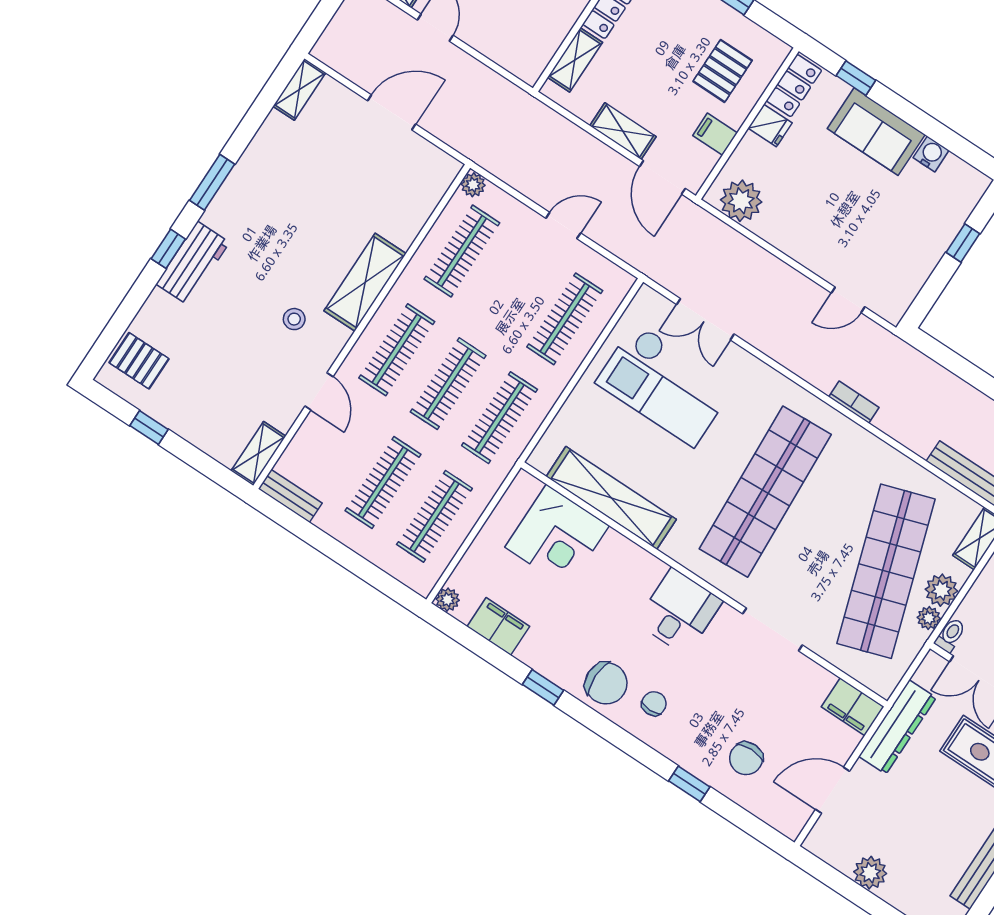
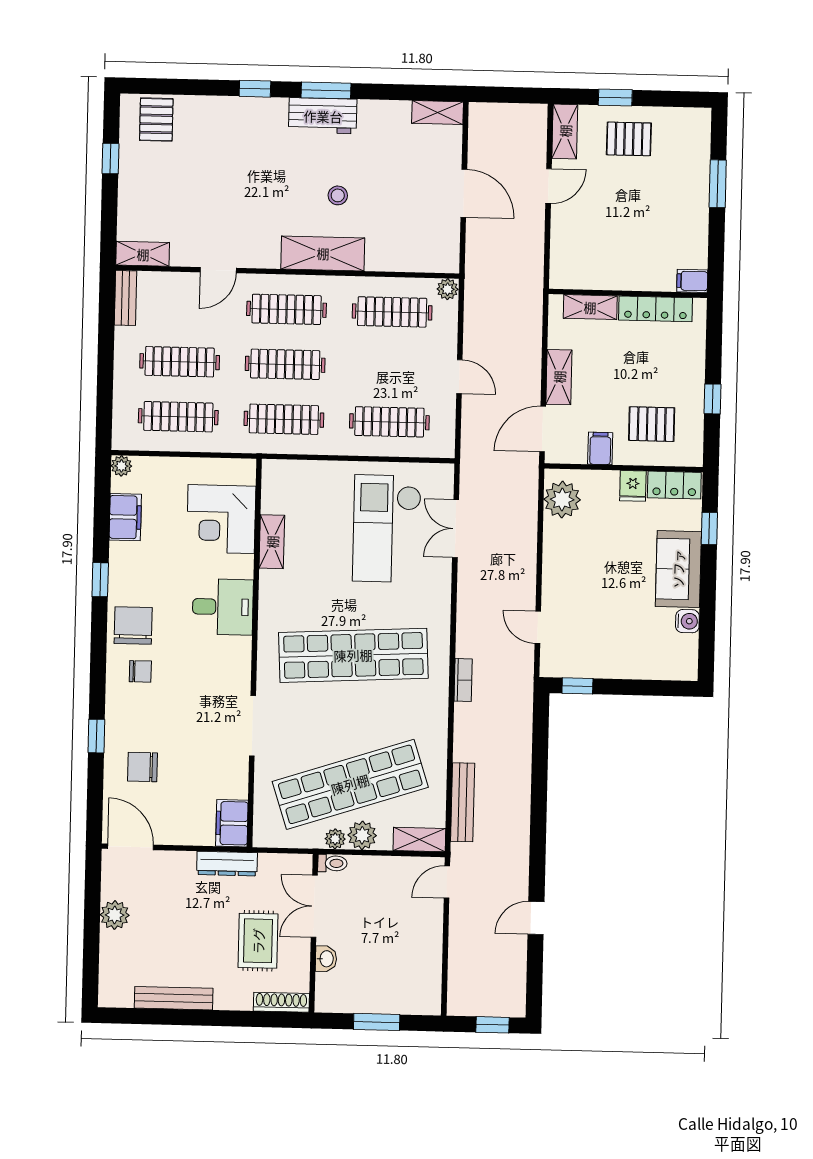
window: (963, 243) -> (577, 686), moved
workbench: (193, 263) -> (323, 116), moved
stool: (294, 319) -> (338, 195), moved
shelving: (611, 498) -> (272, 542), width x0.45, depth x0.75
desk: (679, 612) -> (223, 607), moved
chair: (606, 683) -> (133, 626), turned 180
dresser: (897, 727) -> (227, 864), width x0.73, depth x0.80
door: (833, 790) -> (131, 847), moved

